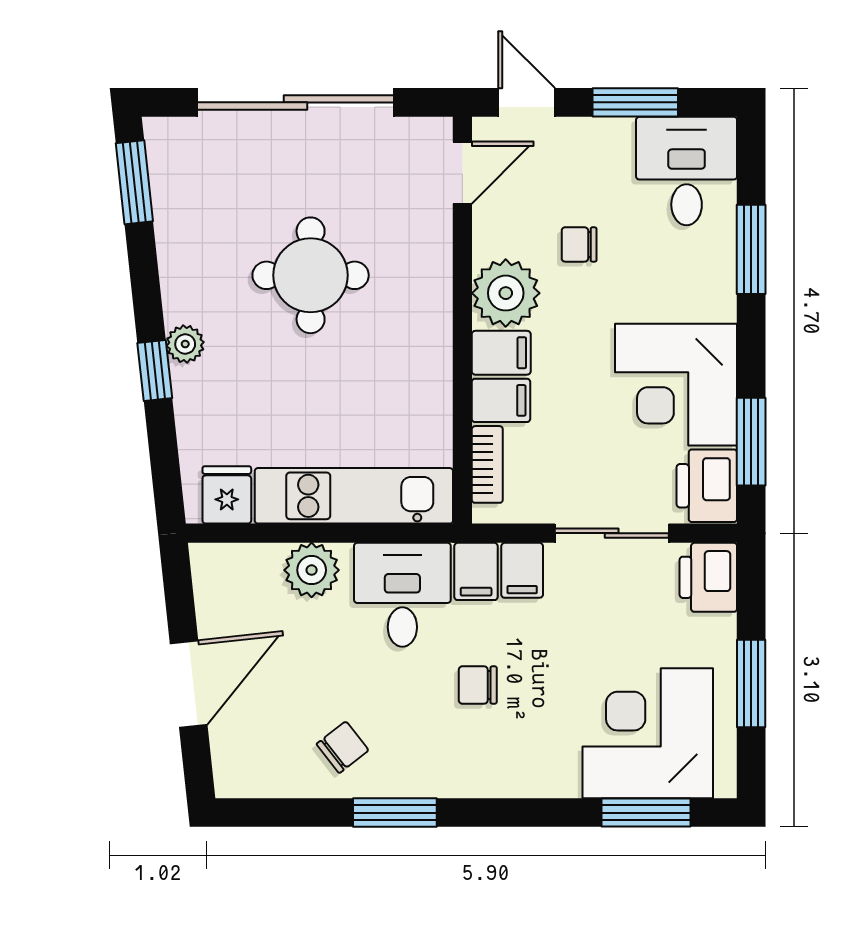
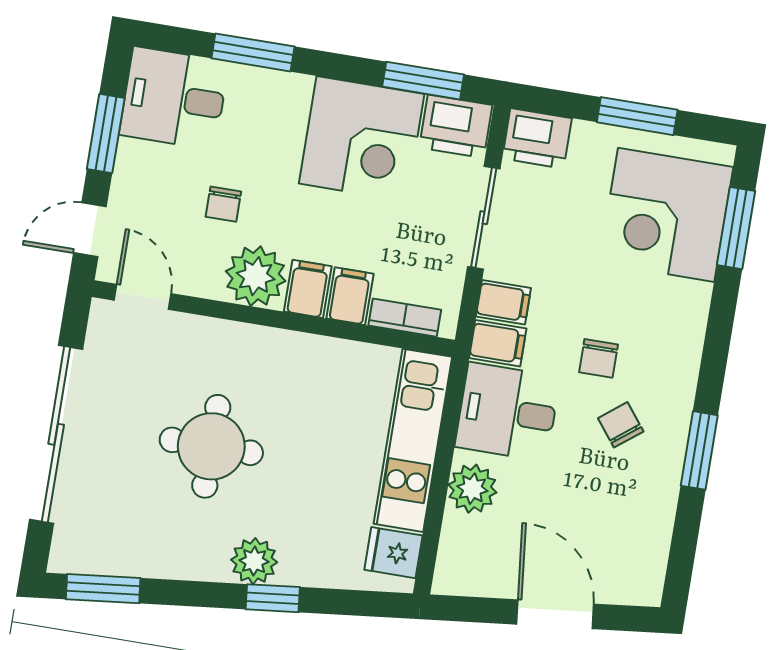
plant: (185, 344) -> (254, 561), width x1.38, depth x1.38
chair: (343, 747) -> (621, 425), moved

